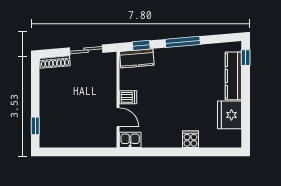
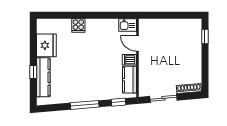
kitchen counter: (137, 58) -> (130, 80), moved, turned -85
window: (246, 58) -> (33, 72), moved

